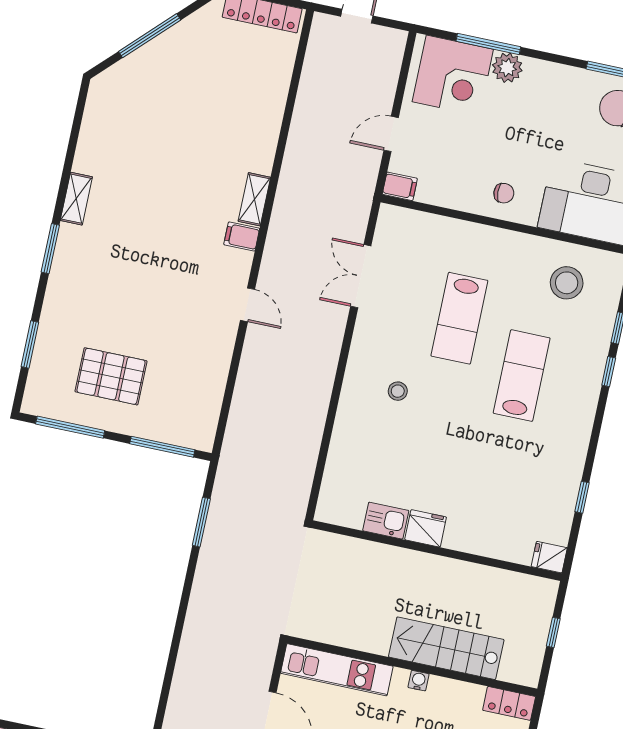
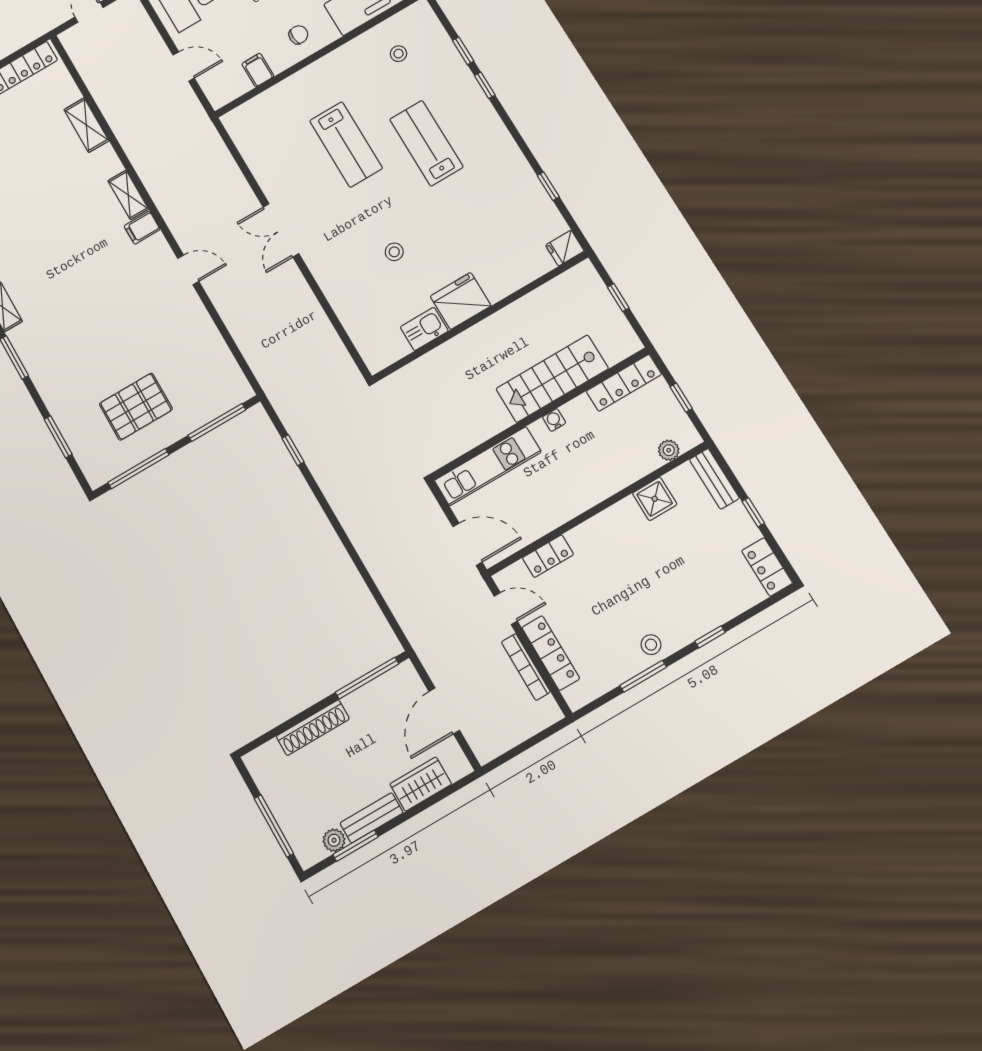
shelving: (272, 110) -> (86, 125), added
door: (391, 134) -> (184, 67), swing flipped
filing cabinet: (400, 186) -> (258, 70), moved, turned -90
double door: (361, 276) -> (281, 230), moved
stool: (567, 283) -> (398, 54), width x0.53, depth x0.53
stool: (398, 391) -> (394, 252), moved
window: (201, 522) -> (293, 450), width x0.67
fridge: (426, 528) -> (461, 301), width x1.36, depth x1.34
locker: (509, 703) -> (624, 383), width x1.53

